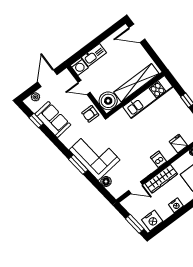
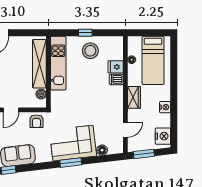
boiler: (108, 101) -> (41, 94), width x0.54, depth x0.54
stool: (176, 115) -> (90, 51), added
dishwasher: (158, 159) -> (116, 79), moved
wardrobe: (161, 179) -> (134, 97), width x0.67
window: (135, 224) -> (144, 154), moved

